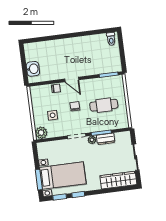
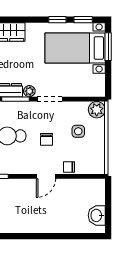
washbasin: (33, 69) -> (97, 215), moved
door: (72, 79) -> (46, 176), swing flipped

